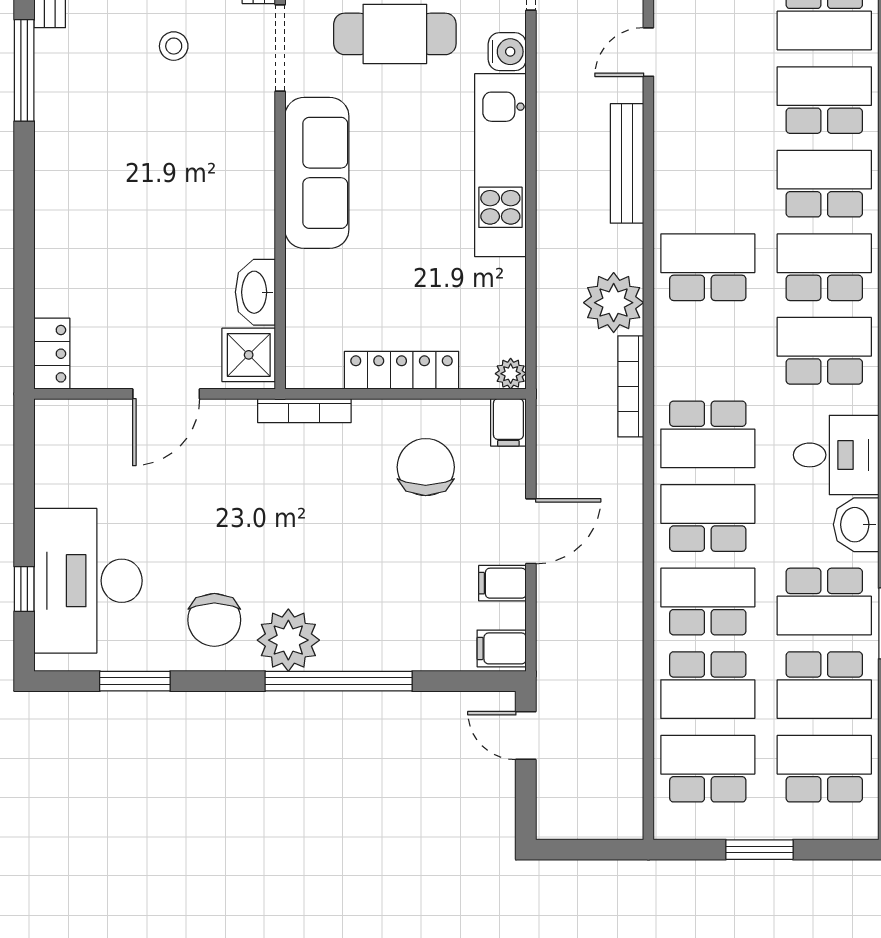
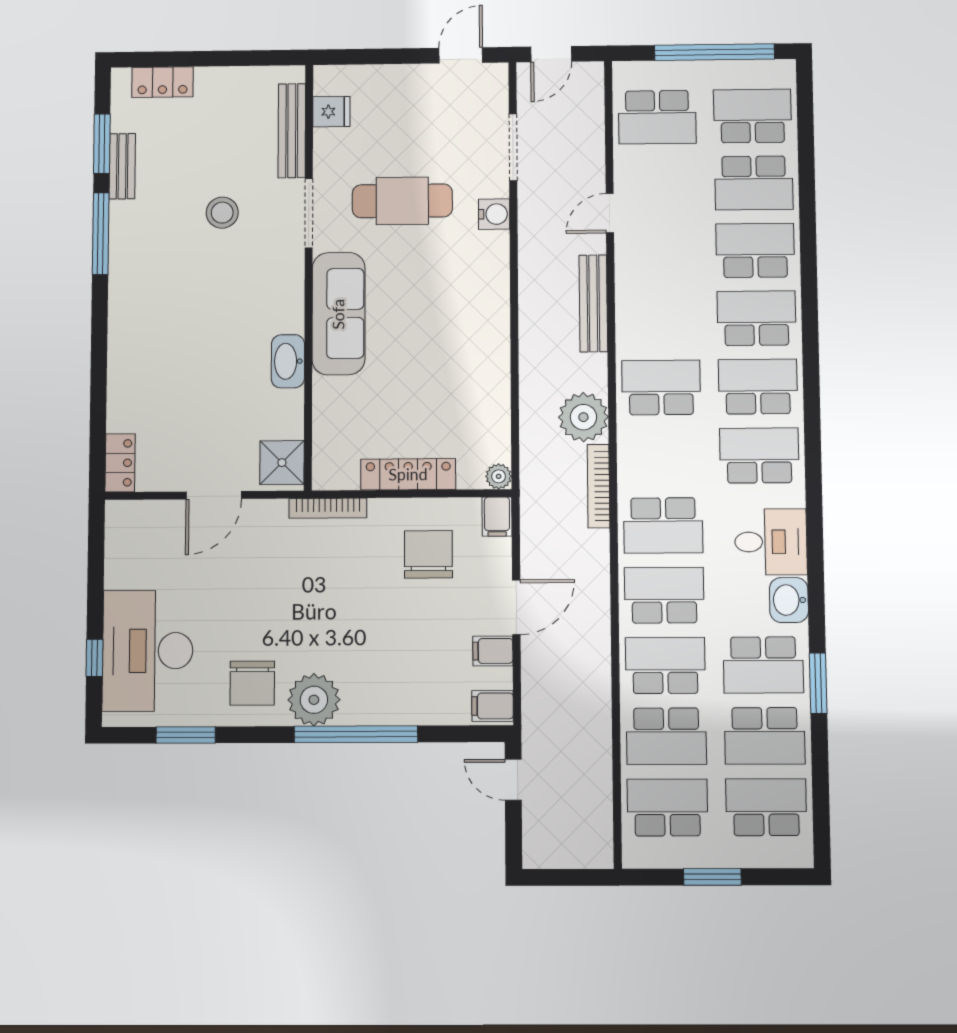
stool: (174, 46) -> (222, 213), width x1.37, depth x1.37
kitchen unit: (500, 165) -> (489, 306), removed
washbasin: (255, 292) -> (288, 361), moved

